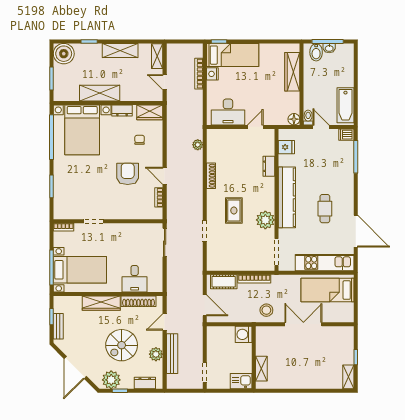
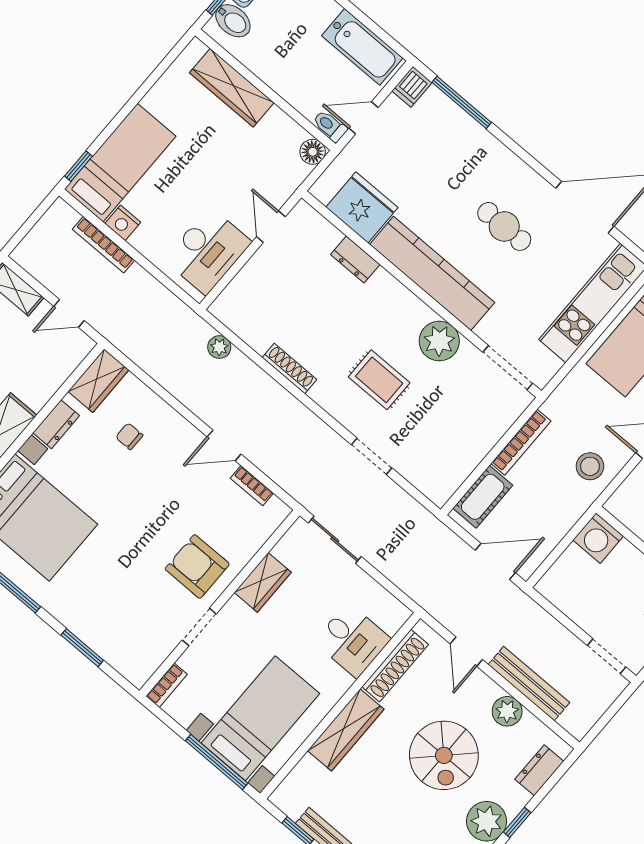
fridge: (286, 147) -> (362, 207), width x1.88, depth x1.34
armchair: (128, 174) -> (197, 566), moved
wardrobe: (128, 230) -> (263, 582), added

